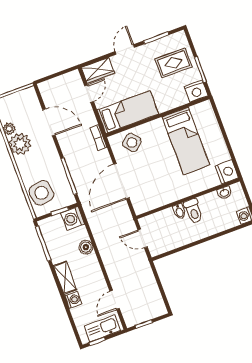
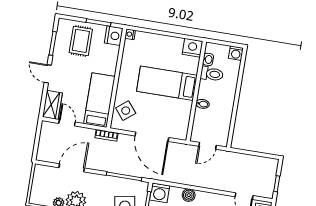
nightstand: (206, 106) -> (130, 34), added
bed: (186, 141) -> (167, 83), moved, turned 180
toilet: (193, 211) -> (212, 74), moved

